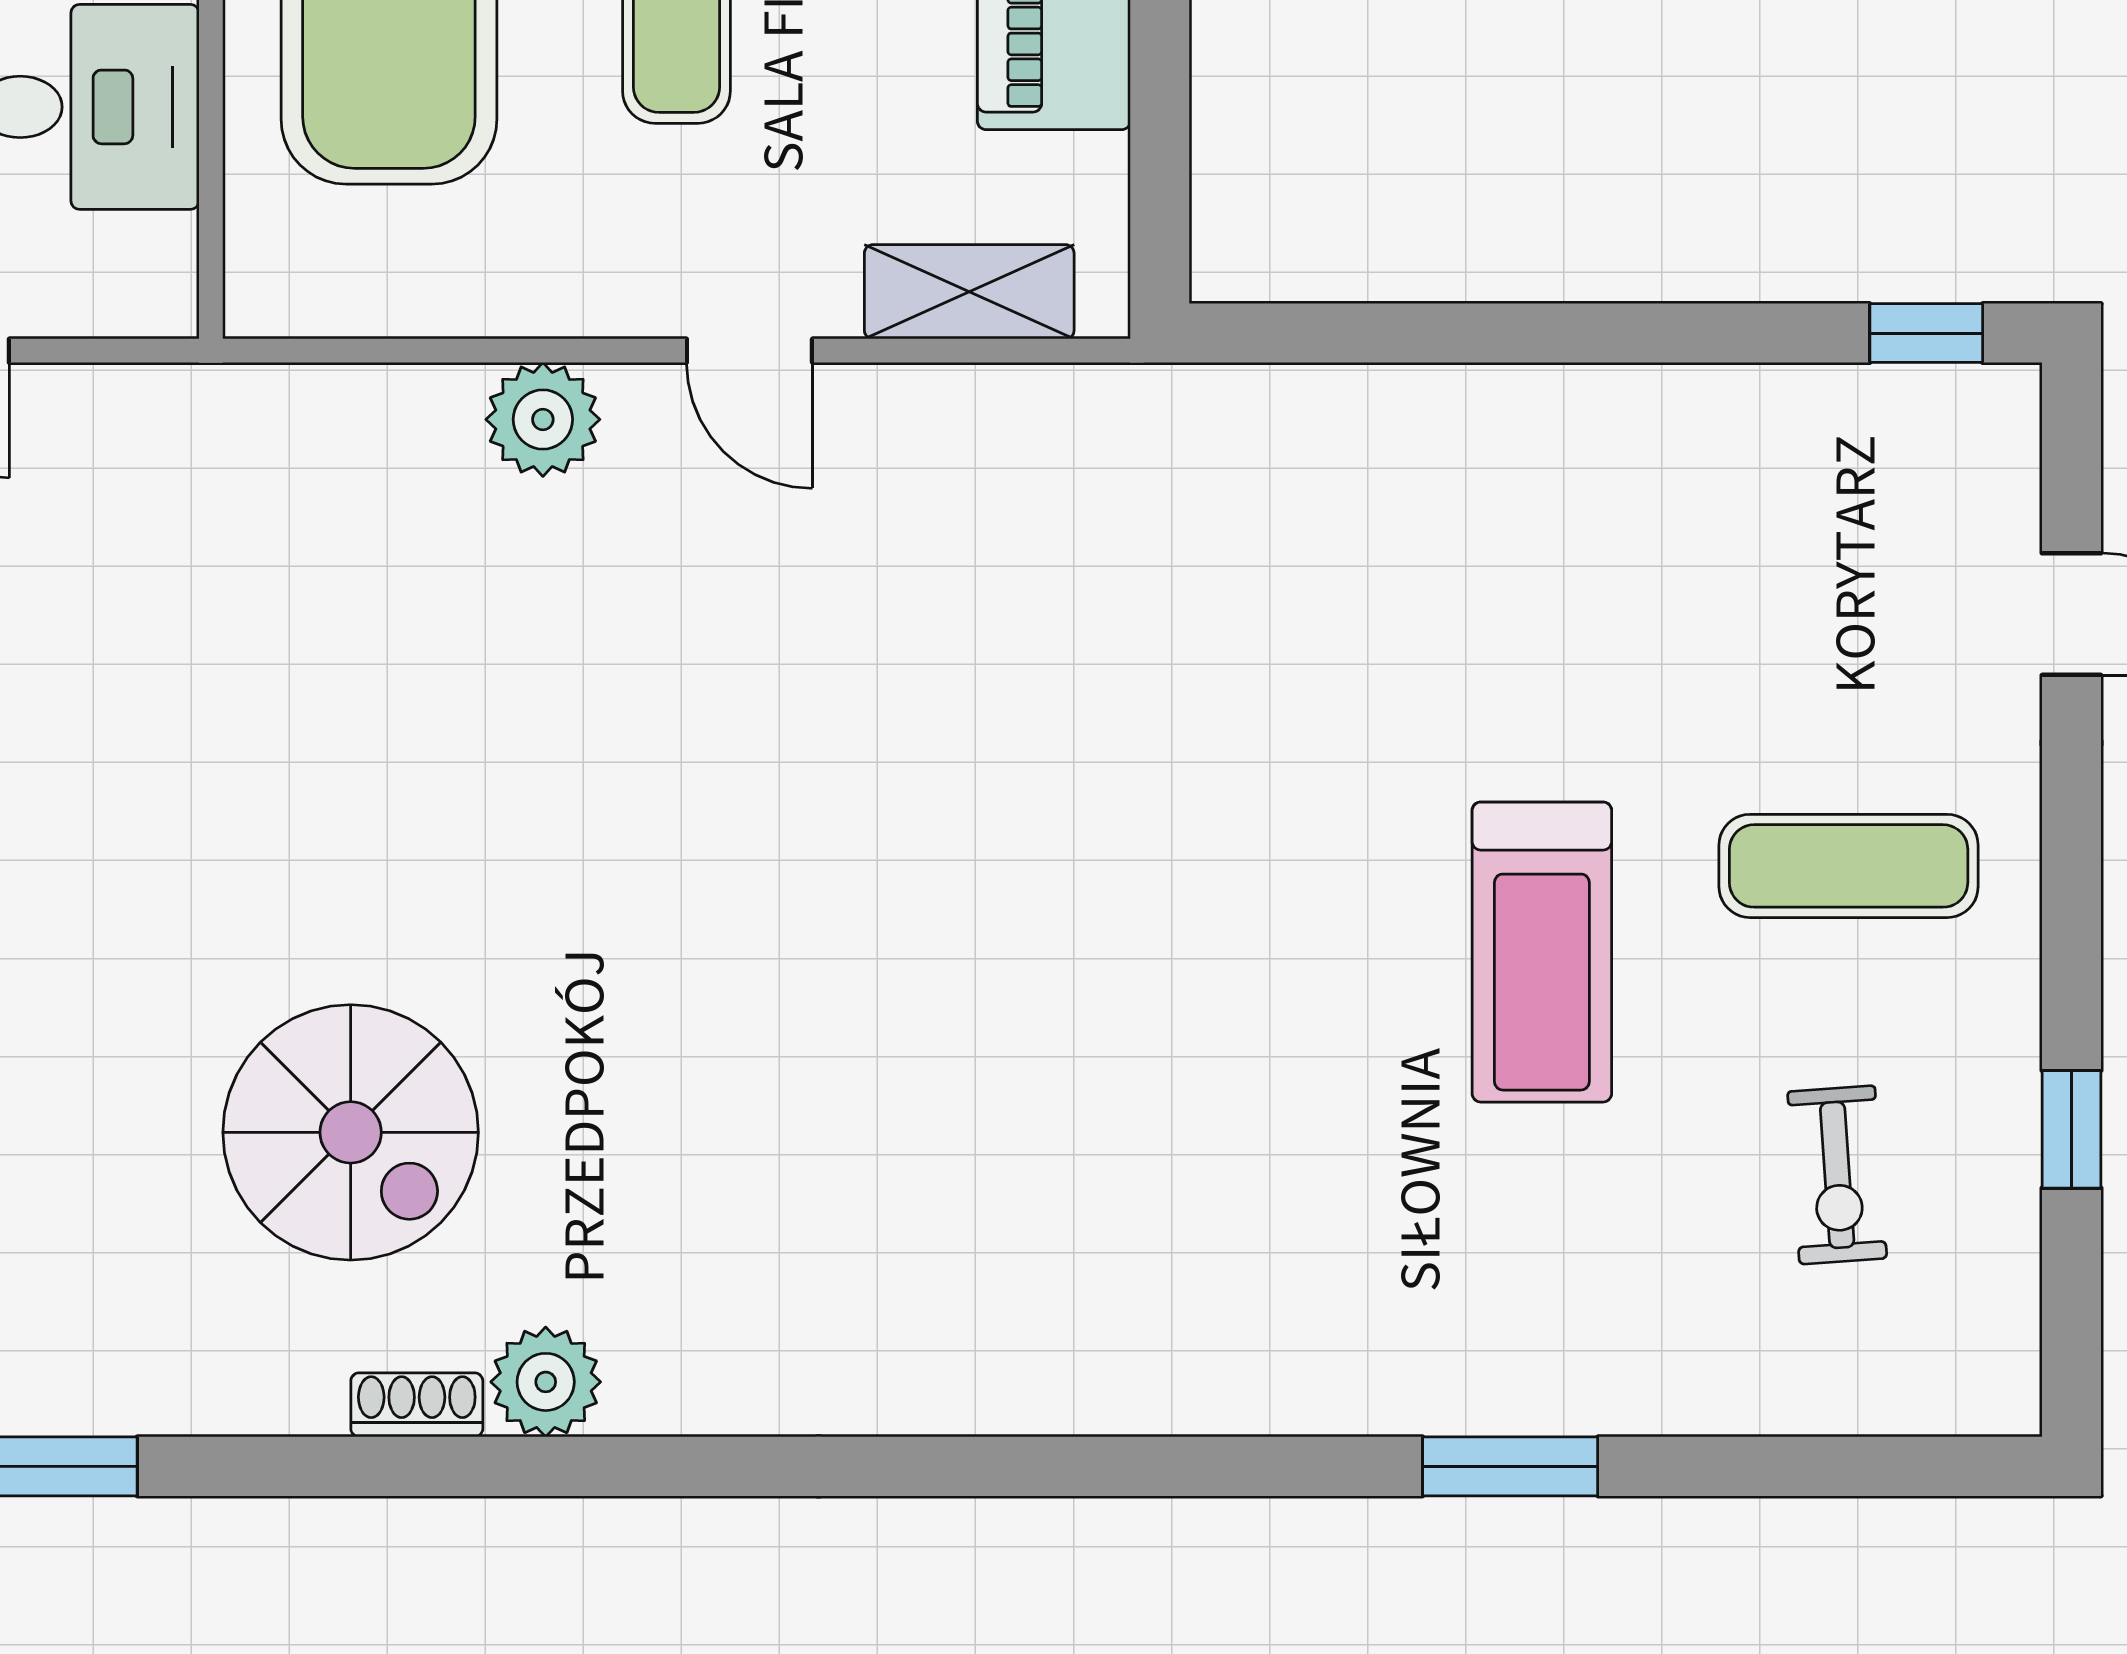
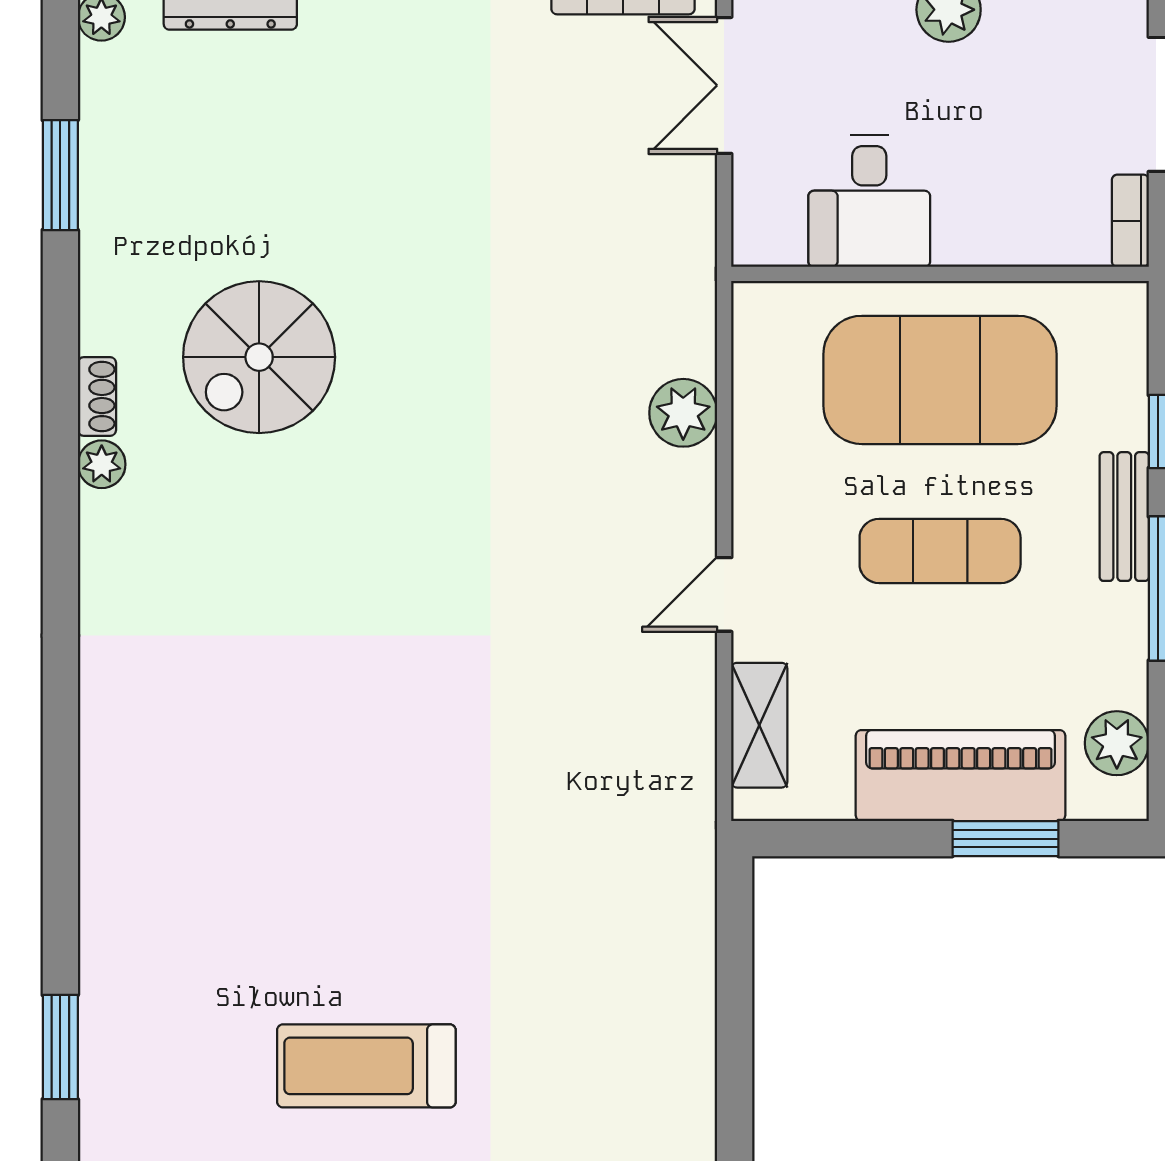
plant: (543, 419) -> (683, 413), moved
plant: (546, 1382) -> (102, 464), width x0.73, depth x0.73

